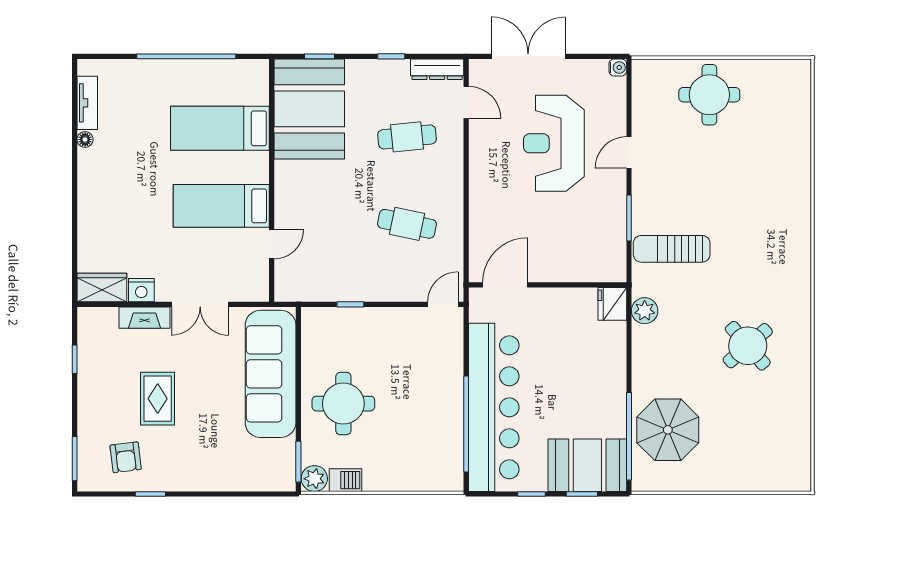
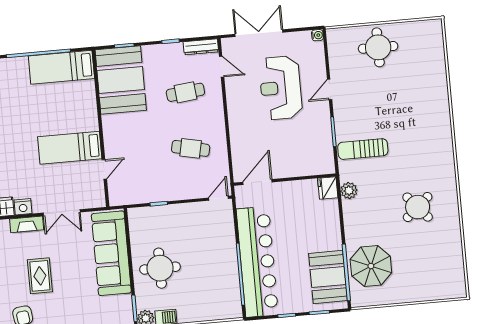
bed: (220, 128) -> (61, 67), moved
booth: (587, 465) -> (328, 277), moved, turned 90

